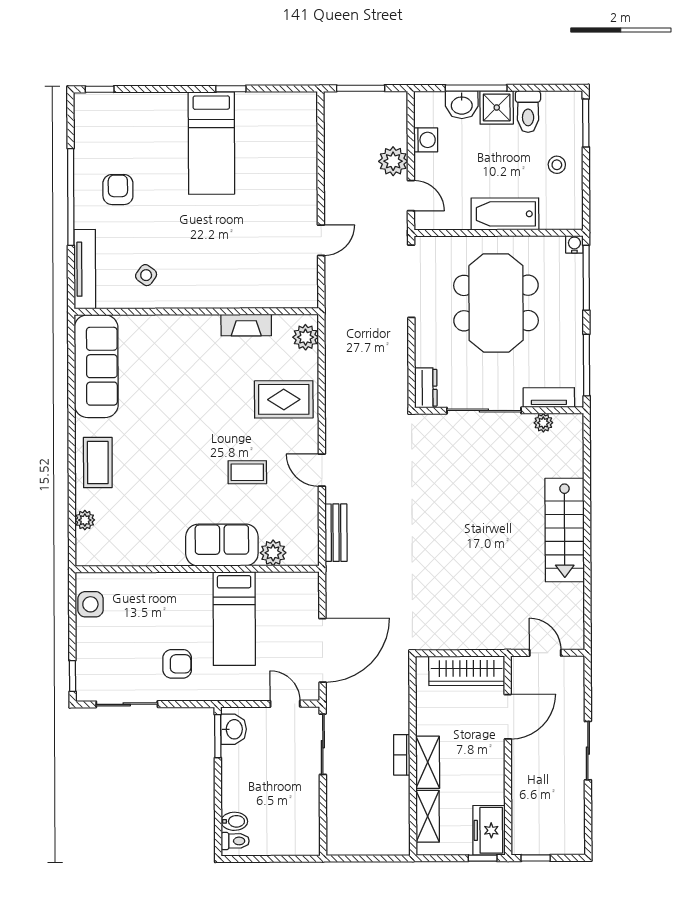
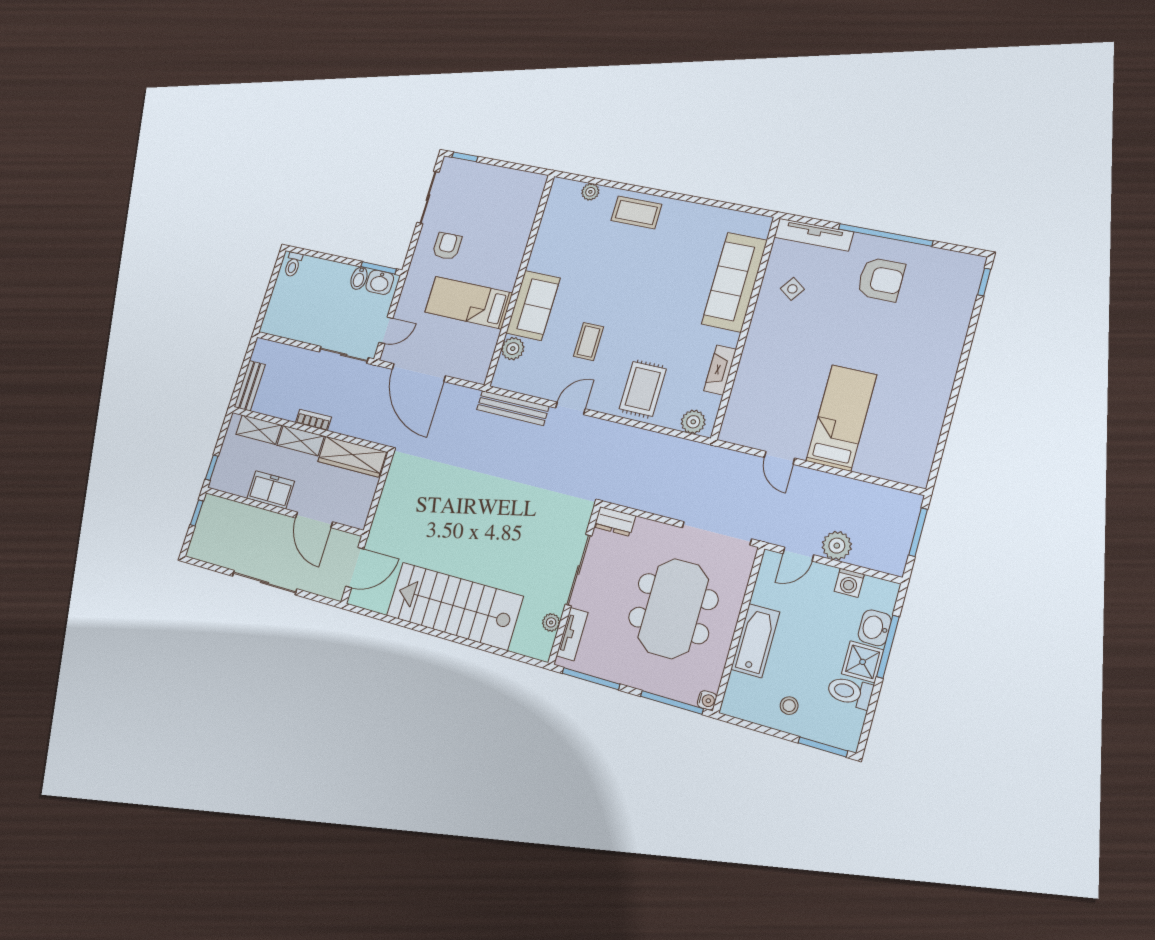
window: (231, 89) -> (951, 406), removed
bed: (211, 143) -> (841, 418), moved, turned 90
armchair: (118, 190) -> (881, 279), width x1.38, depth x1.38
meeting table: (496, 303) -> (673, 608), turned 90
sofa: (96, 366) -> (734, 282), moved, turned 90
stairs: (565, 530) -> (454, 606), width x1.36, depth x1.51
bench: (336, 533) -> (513, 408), width x1.36
side table: (90, 604) -> (518, 183), removed
door: (545, 653) -> (355, 568), width x1.38
armchair: (177, 664) -> (447, 246), turned 180
wardrobe: (467, 671) -> (352, 457), moved, turned -90
sliding door: (588, 751) -> (264, 582), width x1.37
bidet: (234, 821) -> (359, 278), moved
freezer: (489, 830) -> (271, 490), moved
bench: (382, 845) -> (250, 386), added

